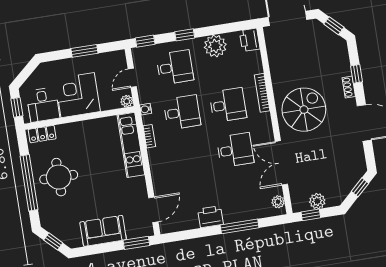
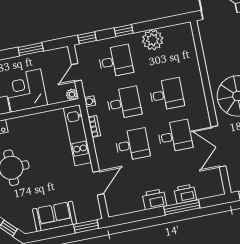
printer: (250, 40) -> (185, 194), moved, turned 90
bookcase: (262, 93) -> (198, 82), removed
desk: (189, 157) -> (132, 145), added
plant: (278, 202) -> (217, 183), removed
door: (153, 210) -> (98, 183), moved

